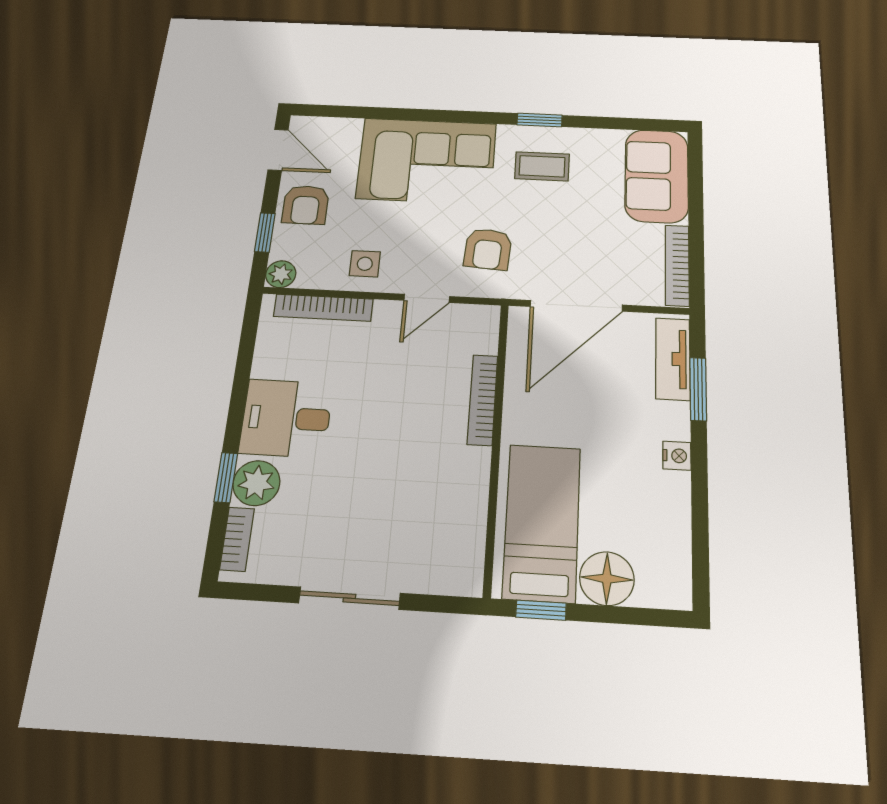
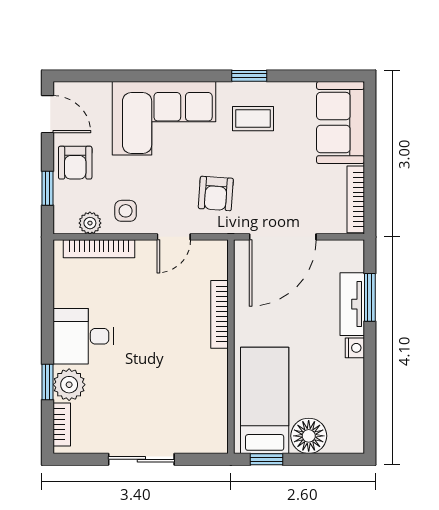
plant: (281, 274) -> (90, 223), moved
tv unit: (673, 359) -> (352, 304), moved

